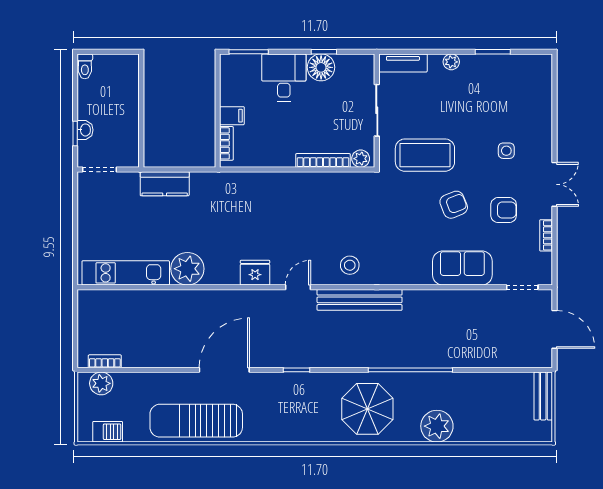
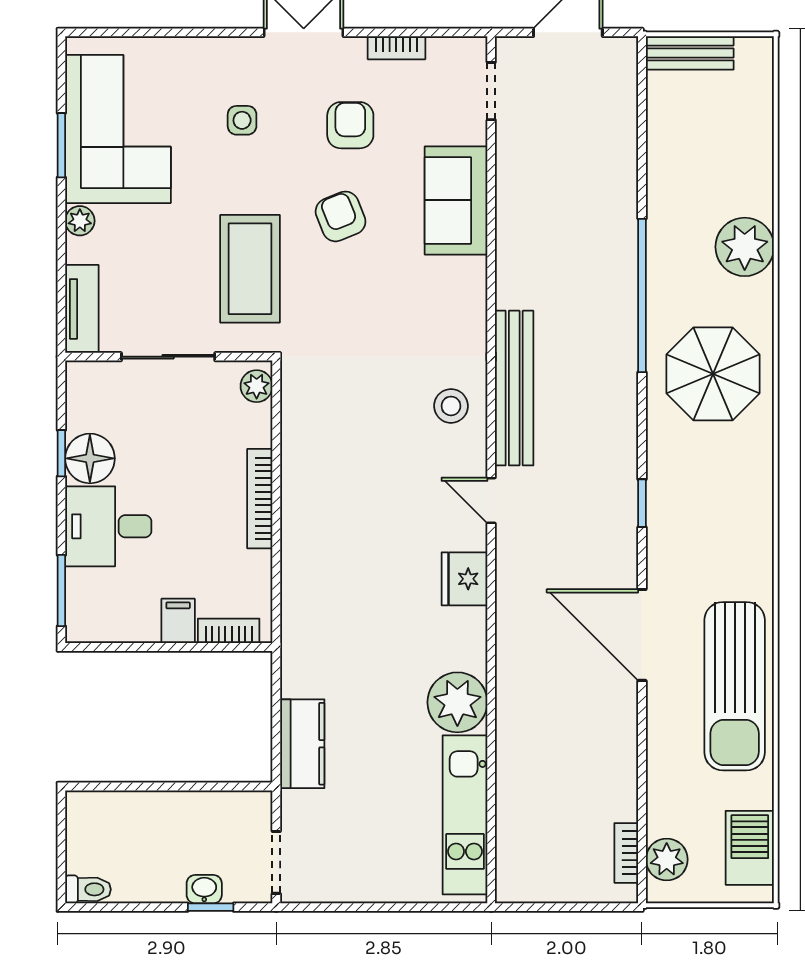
corner sofa: (502, 83) -> (118, 129), added
bookcase: (323, 160) -> (260, 499), moved
barbecue: (108, 432) -> (750, 848), width x1.38, depth x1.27

